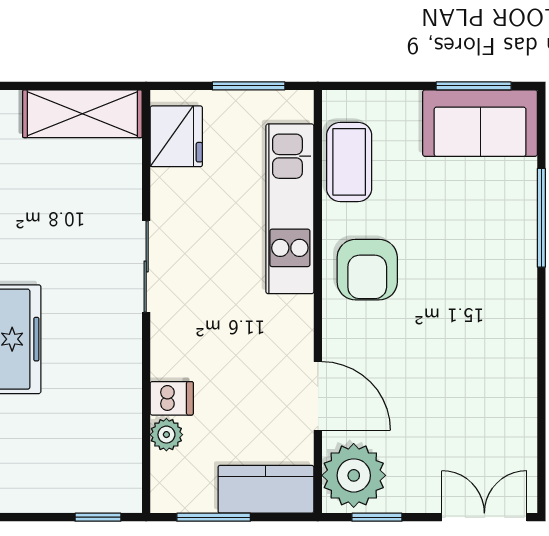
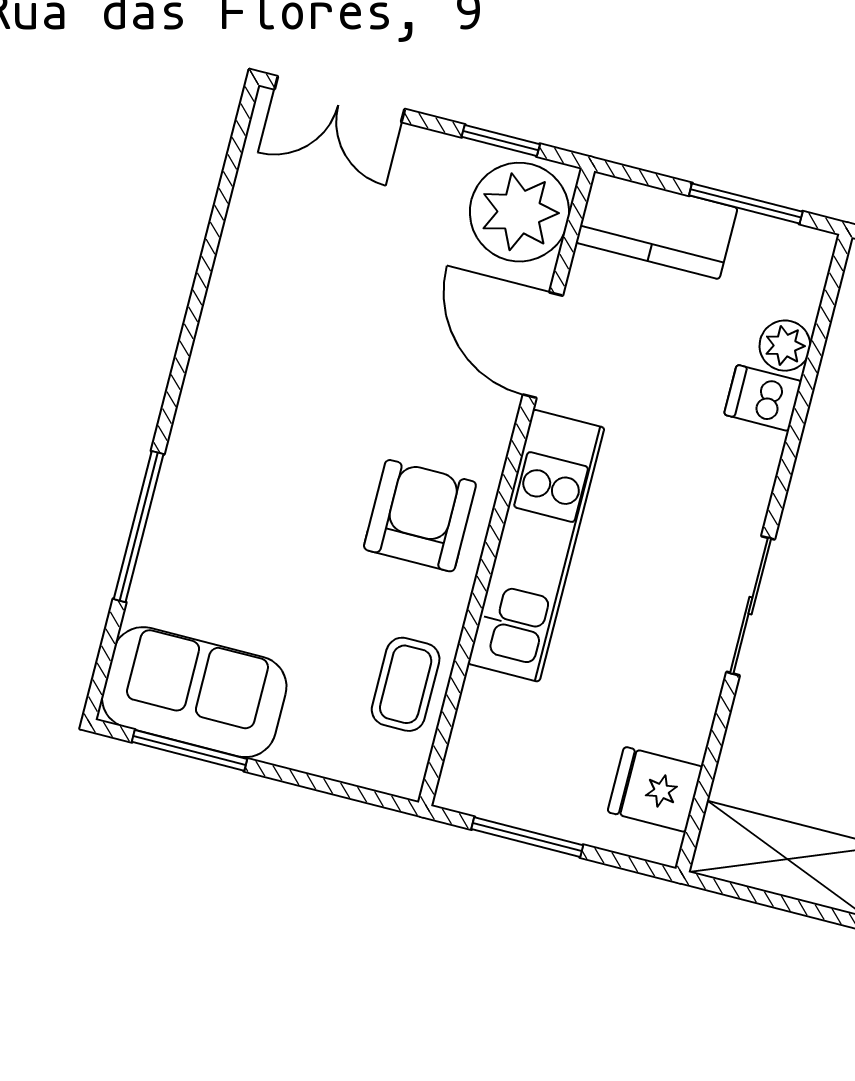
fridge: (176, 136) -> (655, 789), width x0.72
coffee table: (349, 162) -> (406, 684), width x0.73, depth x0.77
kitchen unit: (290, 209) -> (536, 546), moved

